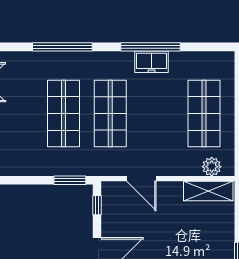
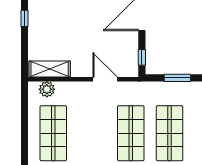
window: (70, 180) -> (177, 78), moved

